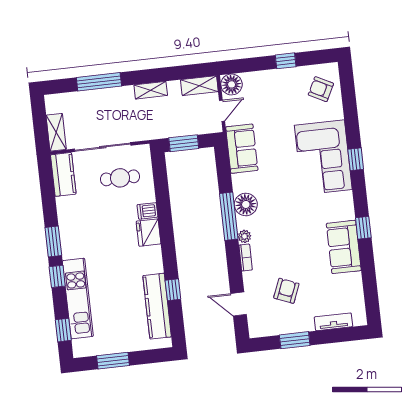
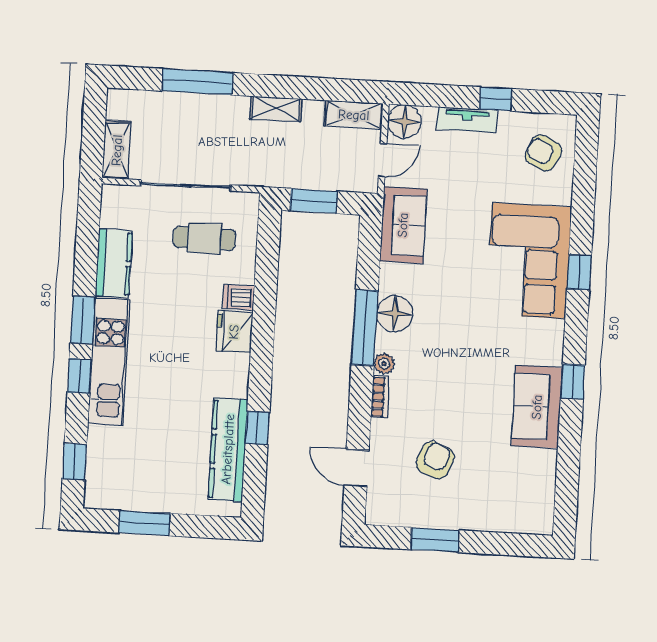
kitchen counter: (63, 174) -> (114, 263), moved
kitchen unit: (78, 298) -> (109, 361), moved
tv unit: (333, 322) -> (467, 120), moved, turned 180

